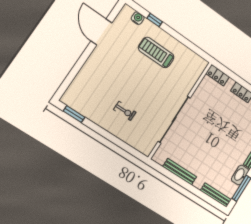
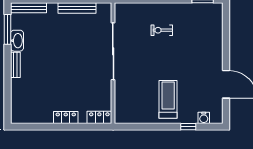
treadmill: (156, 53) -> (168, 99), turned -90

